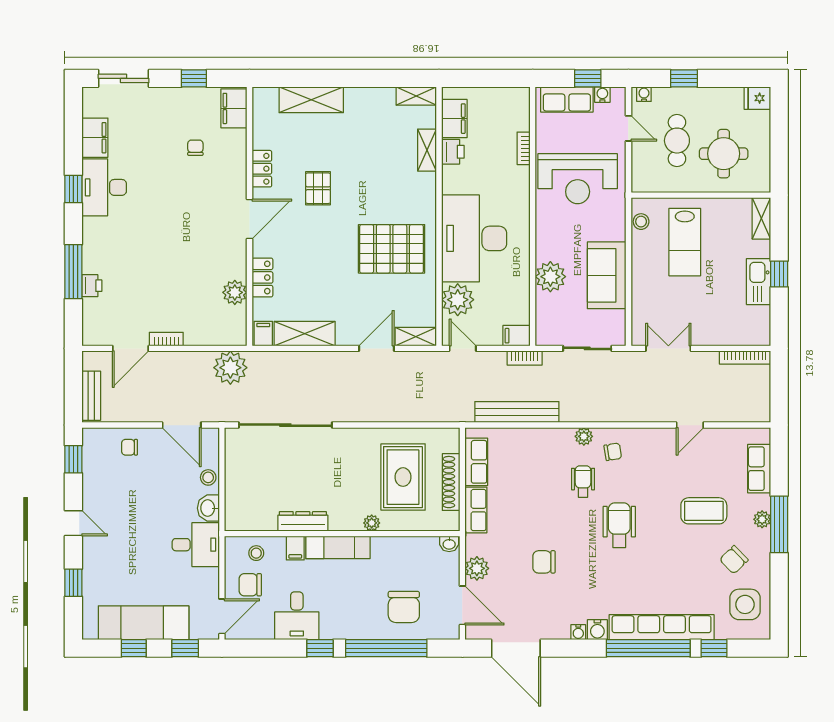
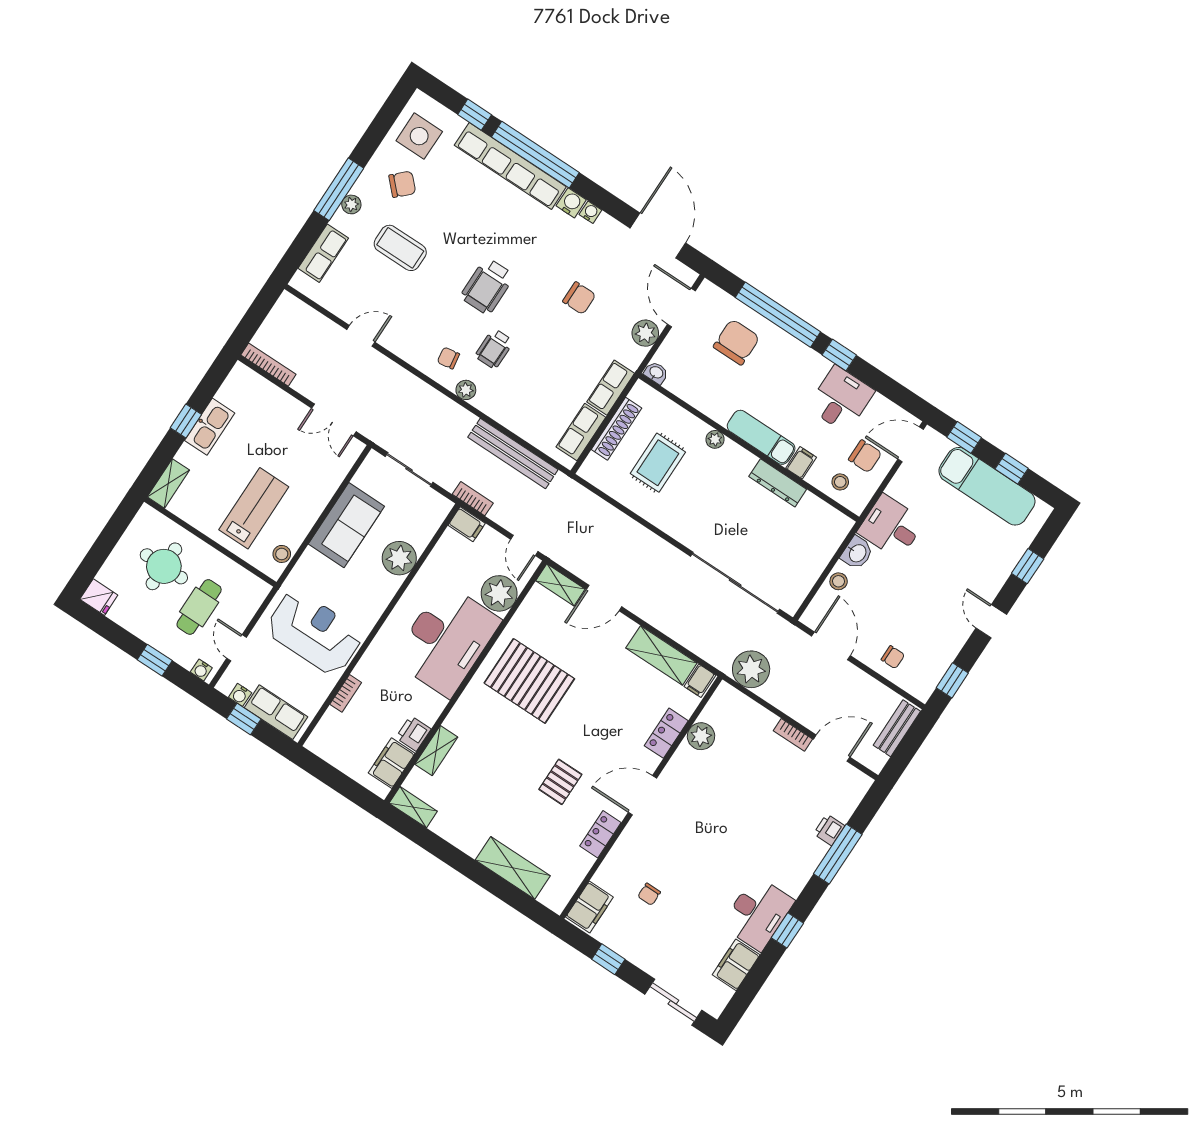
rug: (403, 477) -> (658, 463), width x0.73, depth x0.70

